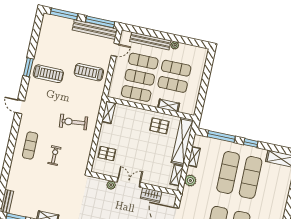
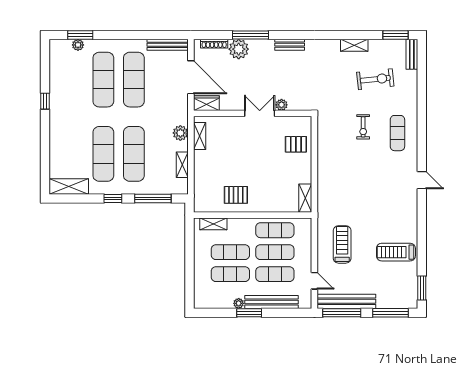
window: (169, 37) -> (249, 313), added
door: (115, 50) -> (314, 281), swing flipped
window: (28, 67) -> (422, 288), moved
treadmill: (89, 72) -> (342, 244), turned -90
treadmill: (48, 74) -> (396, 252), moved
shelving: (169, 105) -> (213, 224), moved
exercise bike: (74, 122) -> (375, 79), moved
shelving: (182, 141) -> (202, 181), removed
double door: (129, 182) -> (260, 113), swing flipped
wardrobe: (151, 195) -> (206, 103), moved

